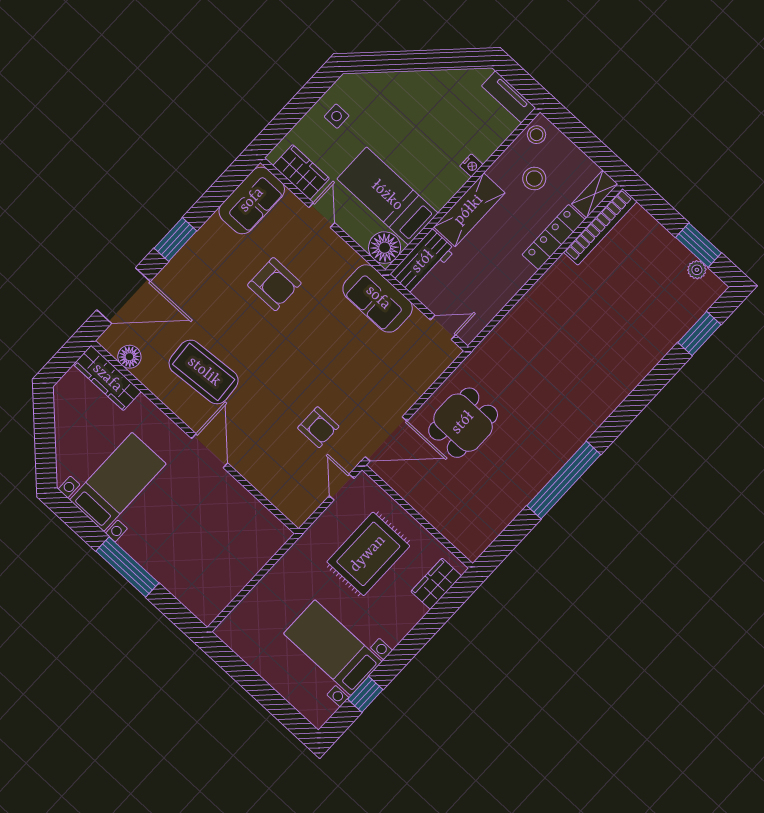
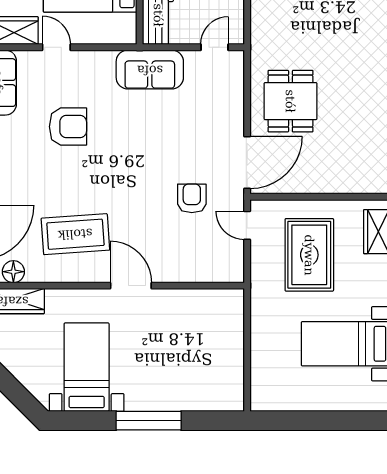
floor lamp: (385, 248) -> (122, 29), removed
armchair: (318, 427) -> (192, 198), turned -90

